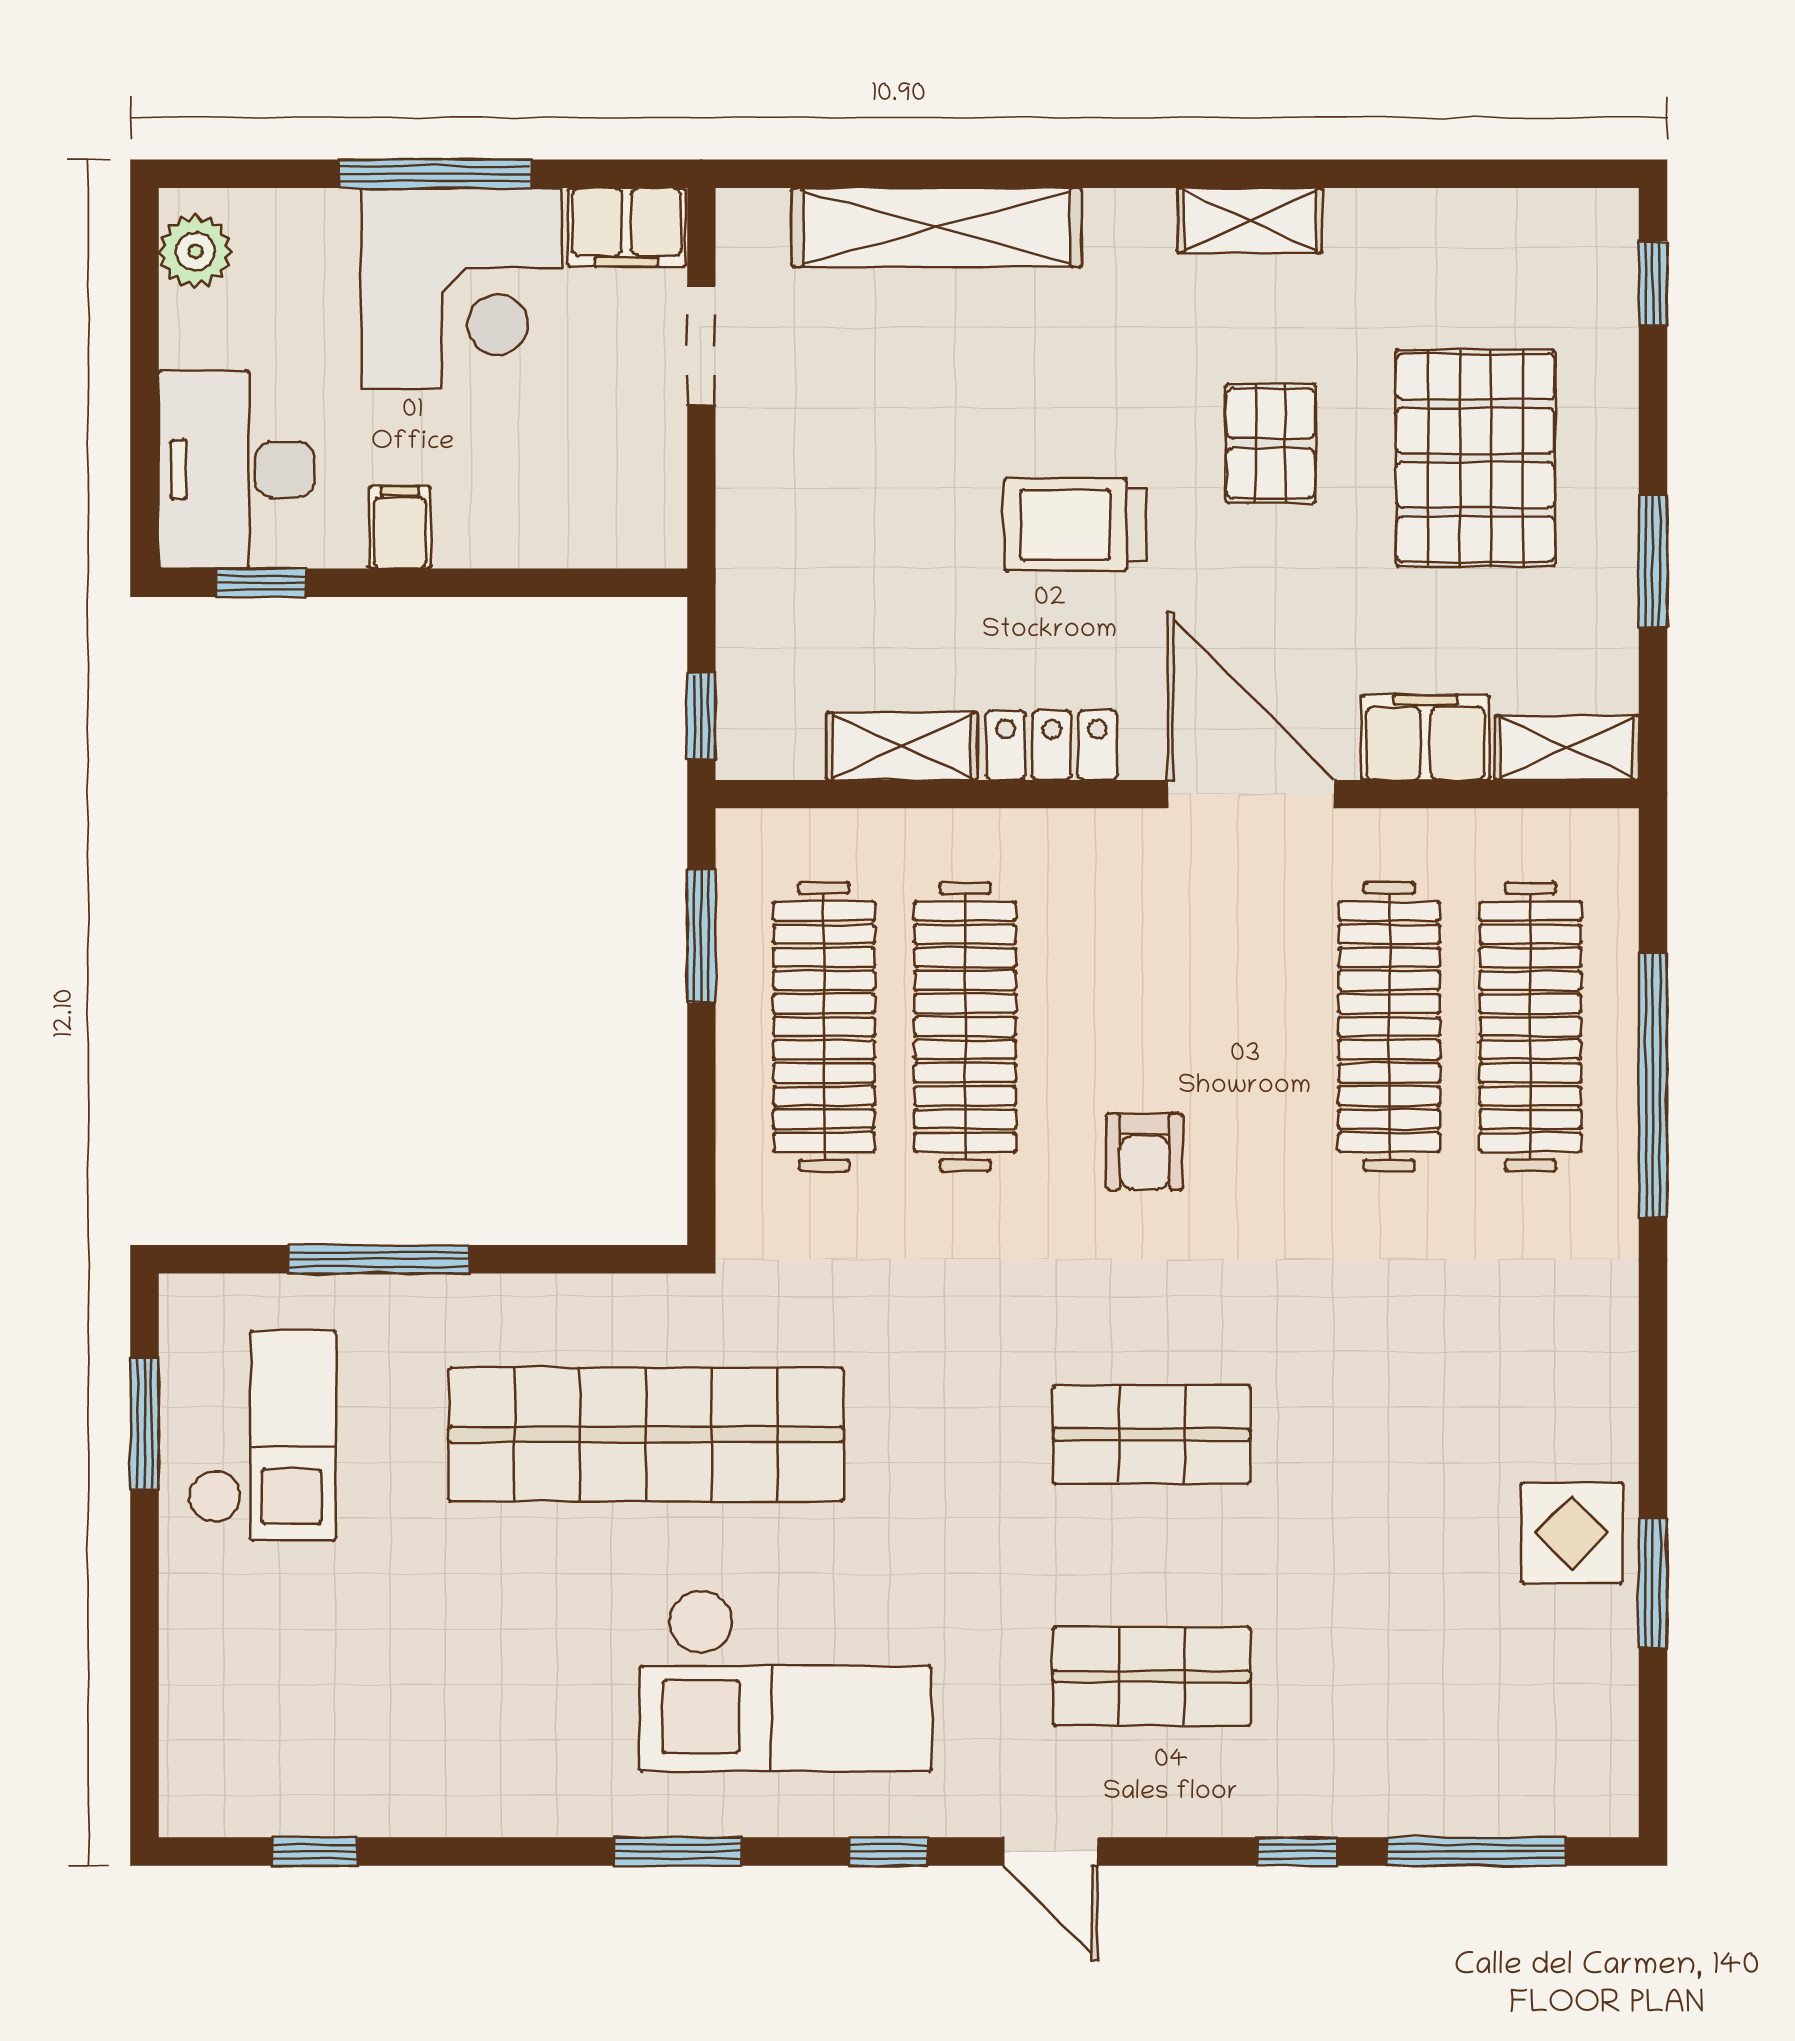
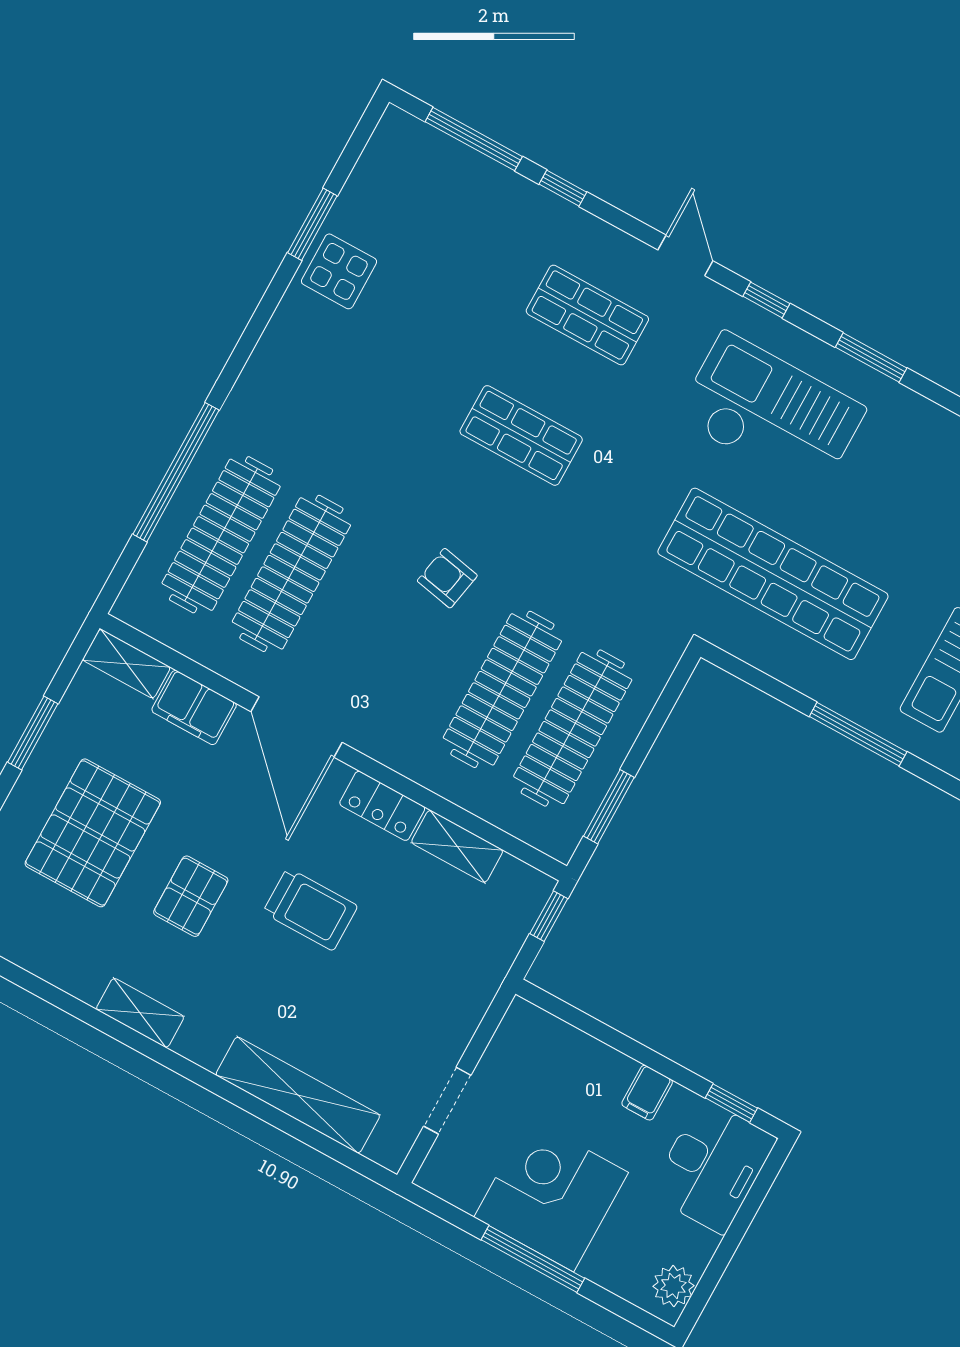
filing cabinet: (627, 227) -> (452, 1180), removed
armchair: (1145, 1152) -> (447, 578), turned -79

